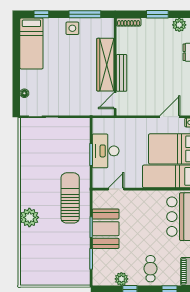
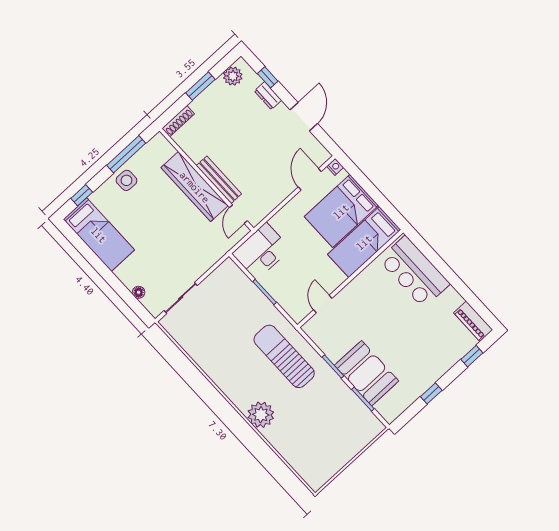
desk: (106, 151) -> (261, 251), moved, turned 90
booth: (106, 229) -> (367, 373), moved
cafe table: (150, 269) -> (433, 353), removed
plant: (121, 279) -> (413, 391), removed

